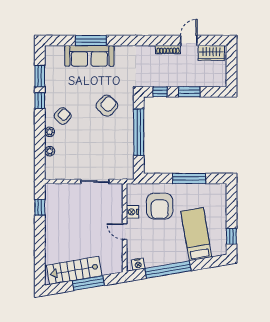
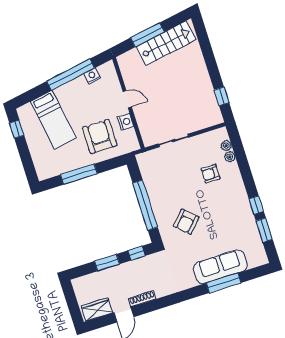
armchair: (63, 116) -> (211, 174), moved, turned 47
plant: (50, 132) -> (226, 146), moved
nightstand: (138, 264) -> (92, 76), moved

